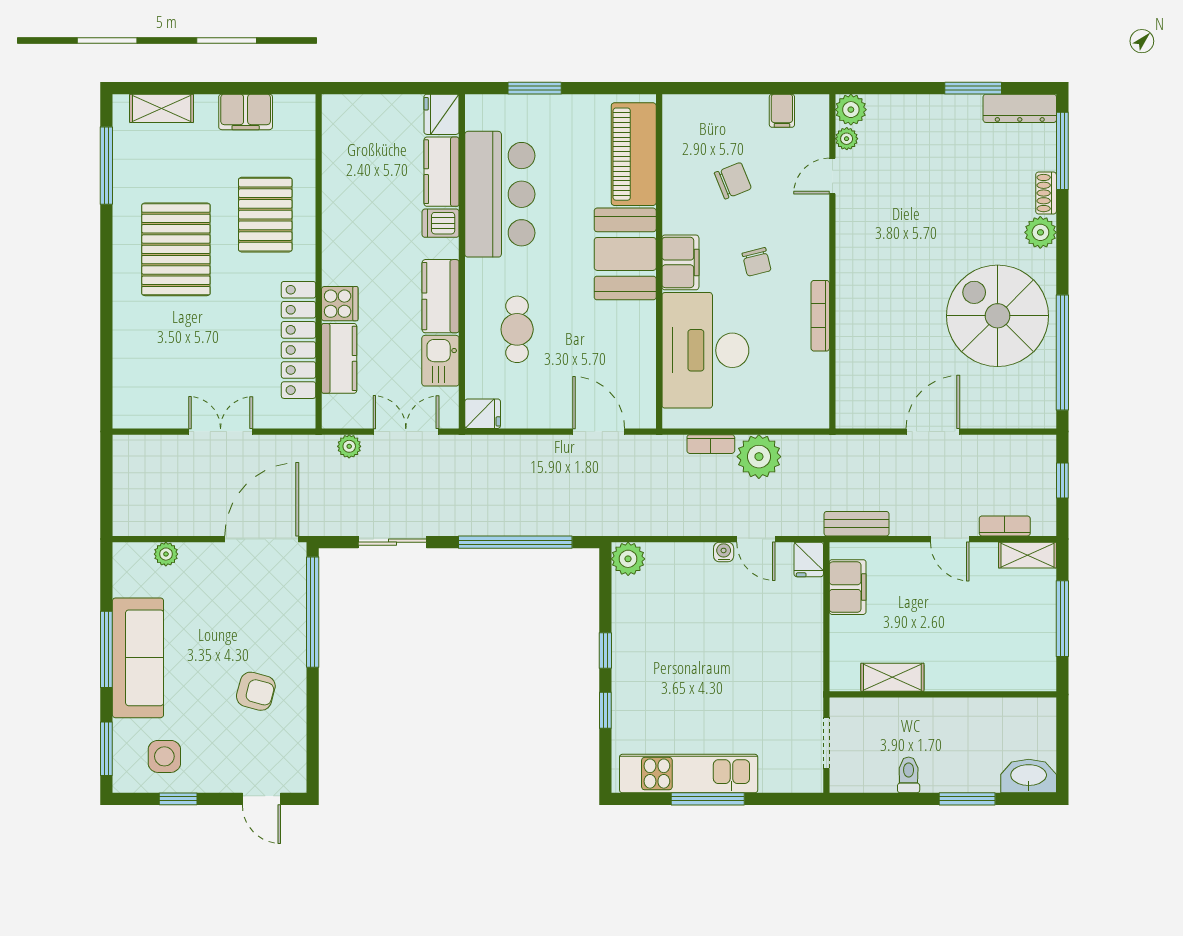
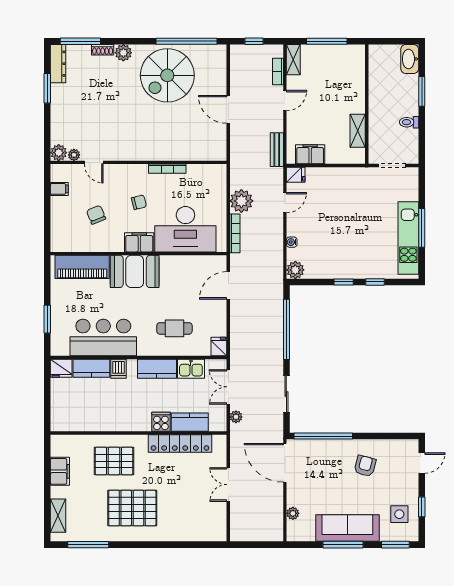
bookcase: (711, 444) -> (235, 233), width x1.56
water cooler: (724, 552) -> (292, 242), moved

